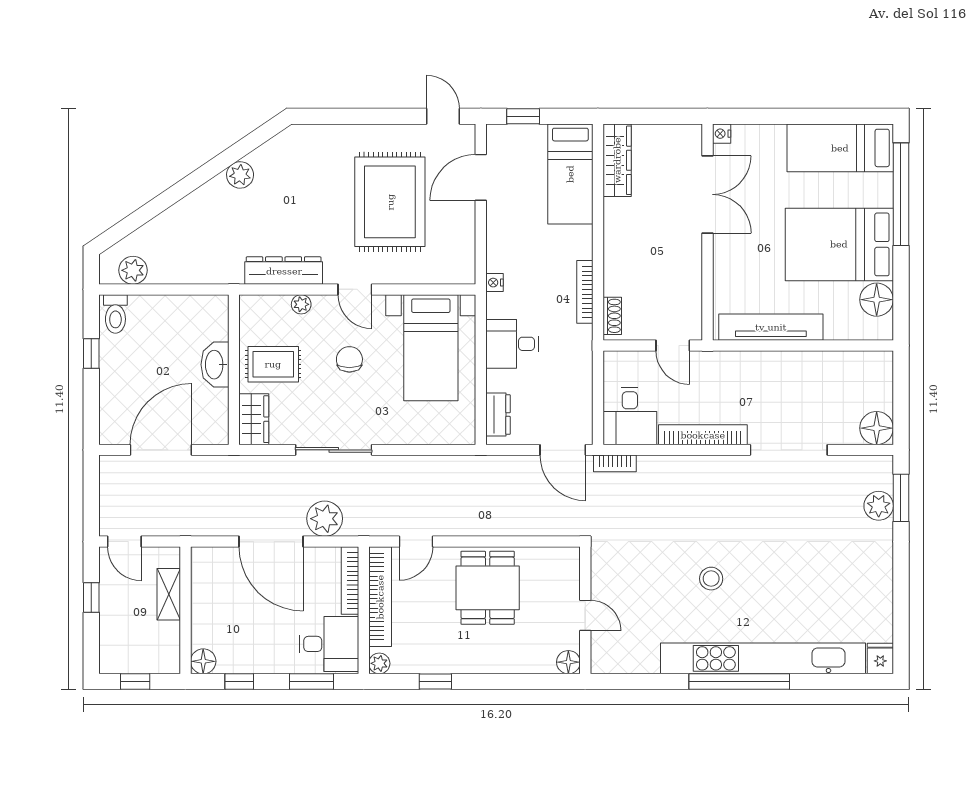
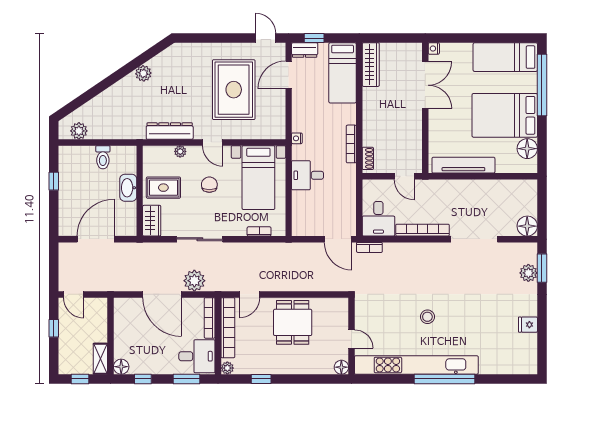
toilet: (115, 314) -> (103, 157), moved
dresser: (498, 415) -> (305, 50), moved, turned 90
bookcase: (432, 437) -> (259, 231), added
shelving: (169, 594) -> (100, 359), moved
kitchen unit: (763, 658) -> (416, 365), moved
fridge: (880, 658) -> (528, 325), moved, turned -90

